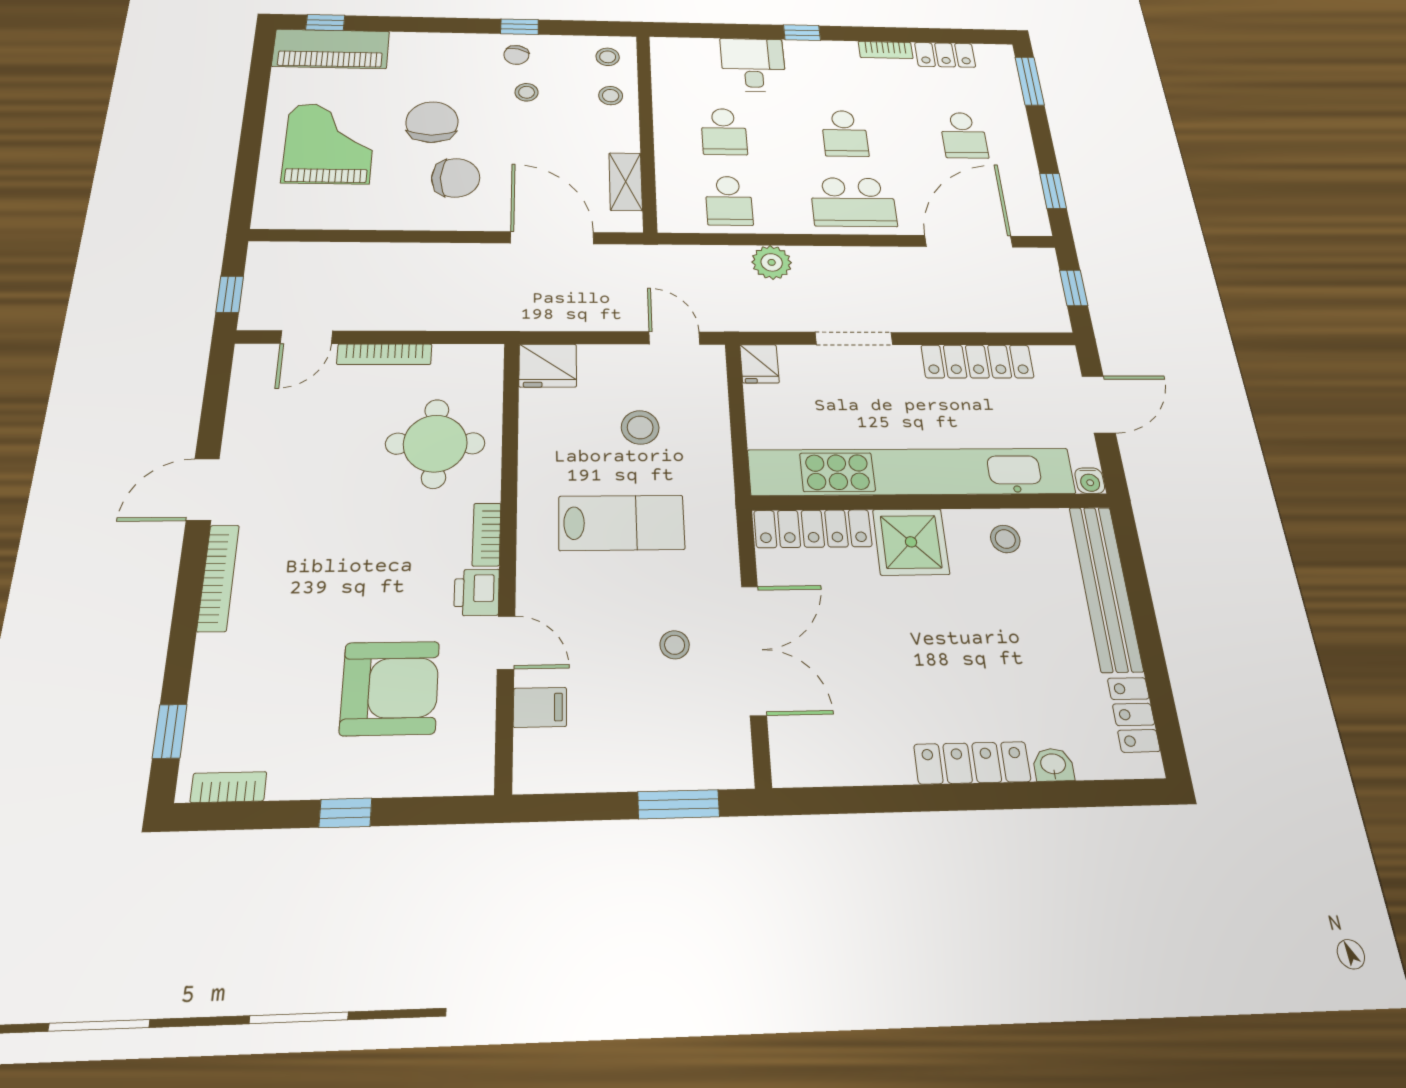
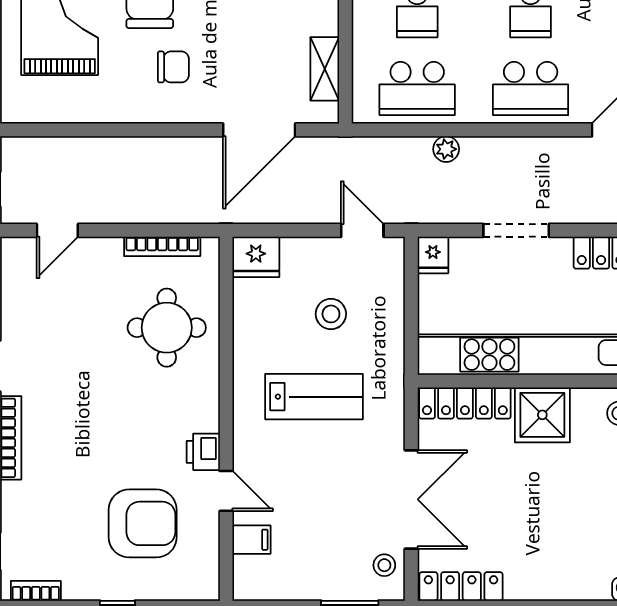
chair: (456, 178) -> (173, 67), width x0.73, depth x0.73
school desk: (729, 201) -> (417, 89), width x1.85
door: (552, 238) -> (259, 130), swing flipped
plant: (772, 262) -> (446, 149), width x0.73, depth x0.73
bookcase: (384, 354) -> (162, 246), moved
bookcase: (487, 534) -> (209, 405), removed
stool: (675, 645) -> (384, 565), moved
locker: (972, 763) -> (461, 586), moved

